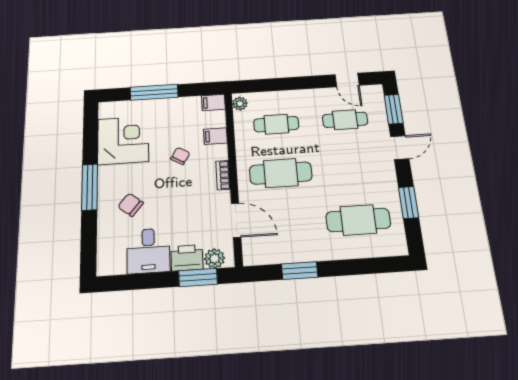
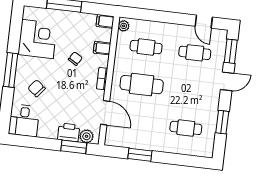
cafe table: (358, 220) -> (186, 128), width x0.73, depth x0.74
desk: (148, 251) -> (24, 120), moved

